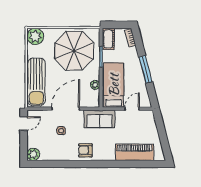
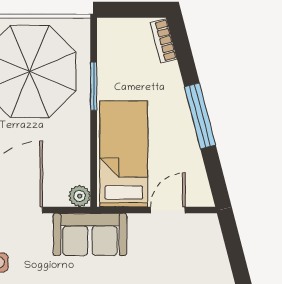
cot: (108, 39) -> (111, 44), removed
plant: (95, 85) -> (80, 196), moved

